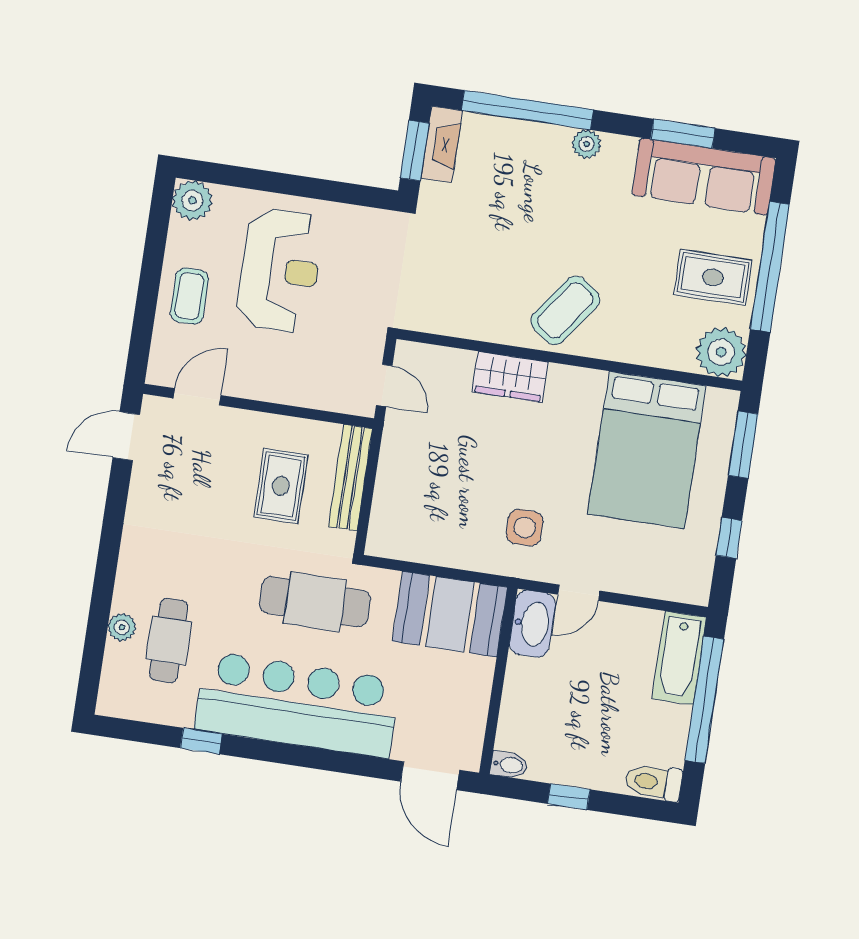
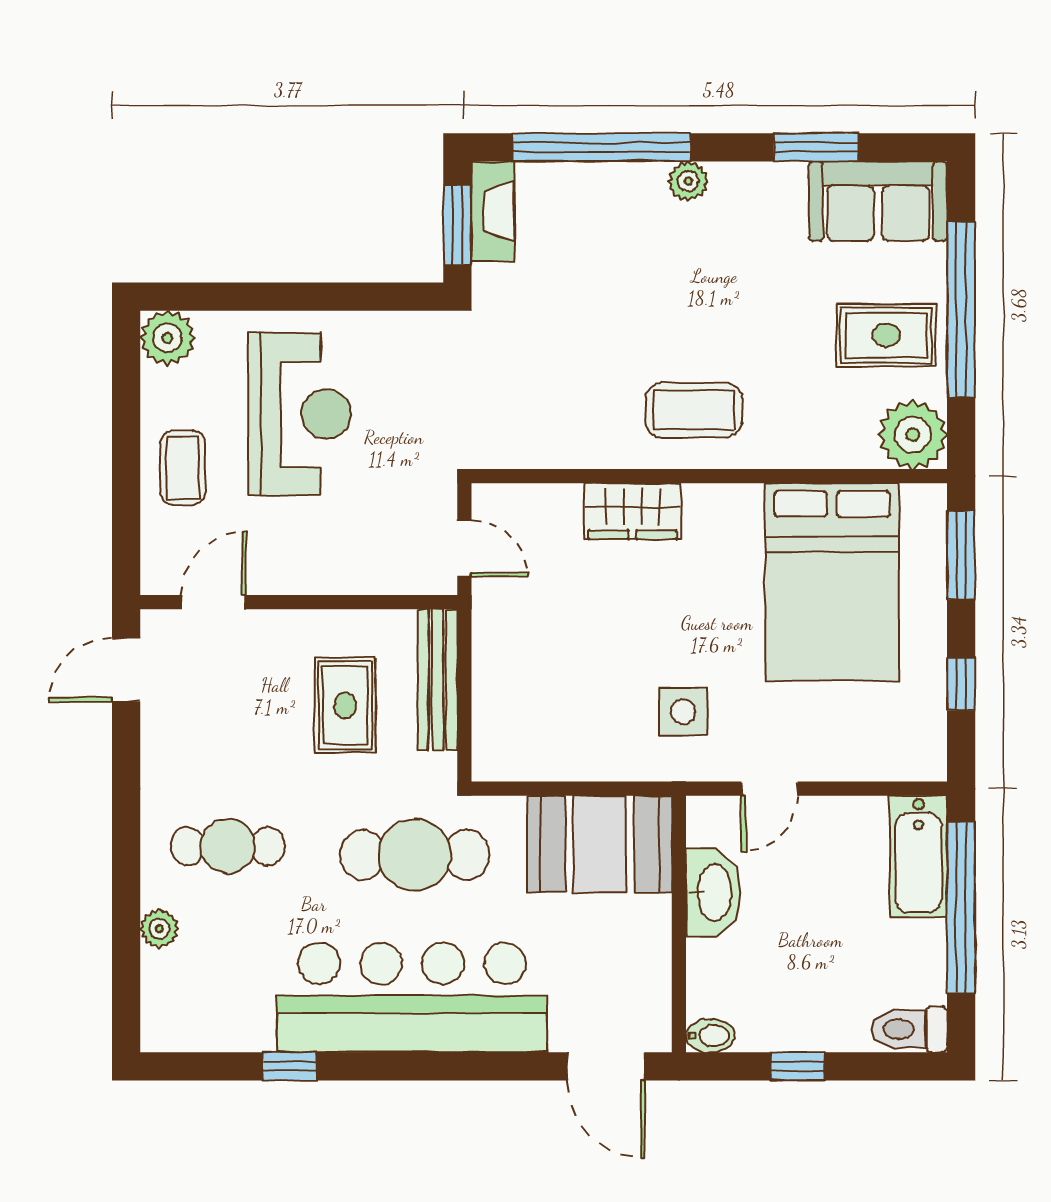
sofa: (704, 177) -> (878, 201), width x0.73
coffee table: (565, 310) -> (694, 410), turned 54
washbasin: (532, 624) -> (713, 892), moved
cafe table: (169, 640) -> (228, 846), moved, turned 90

